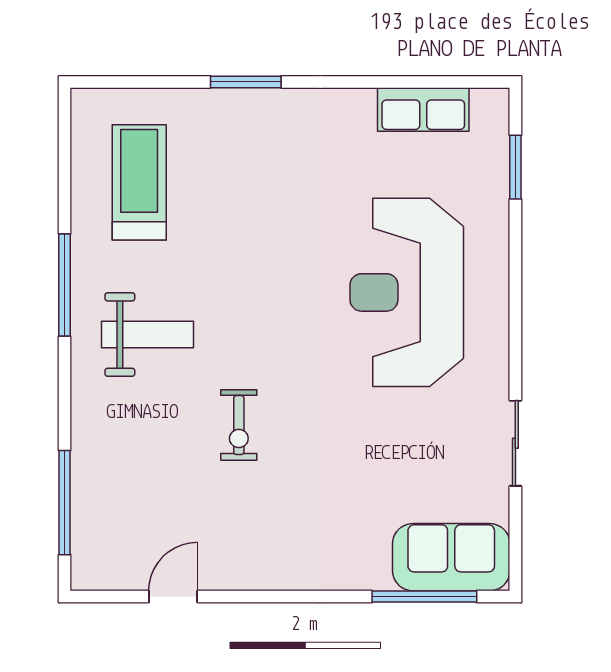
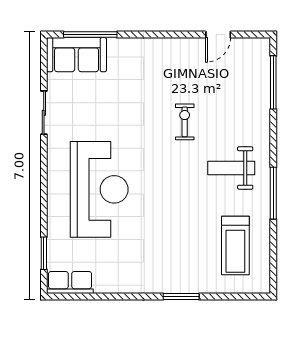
row of seats: (423, 109) -> (70, 283), moved

